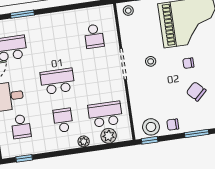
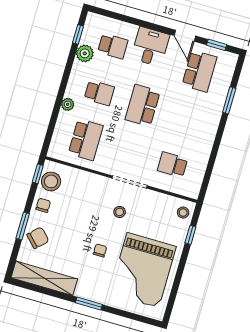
school desk: (57, 81) -> (143, 105), turned 180
chair: (196, 91) -> (38, 238), moved
school desk: (21, 126) -> (113, 46), turned 180
plant: (109, 136) -> (85, 53), moved

